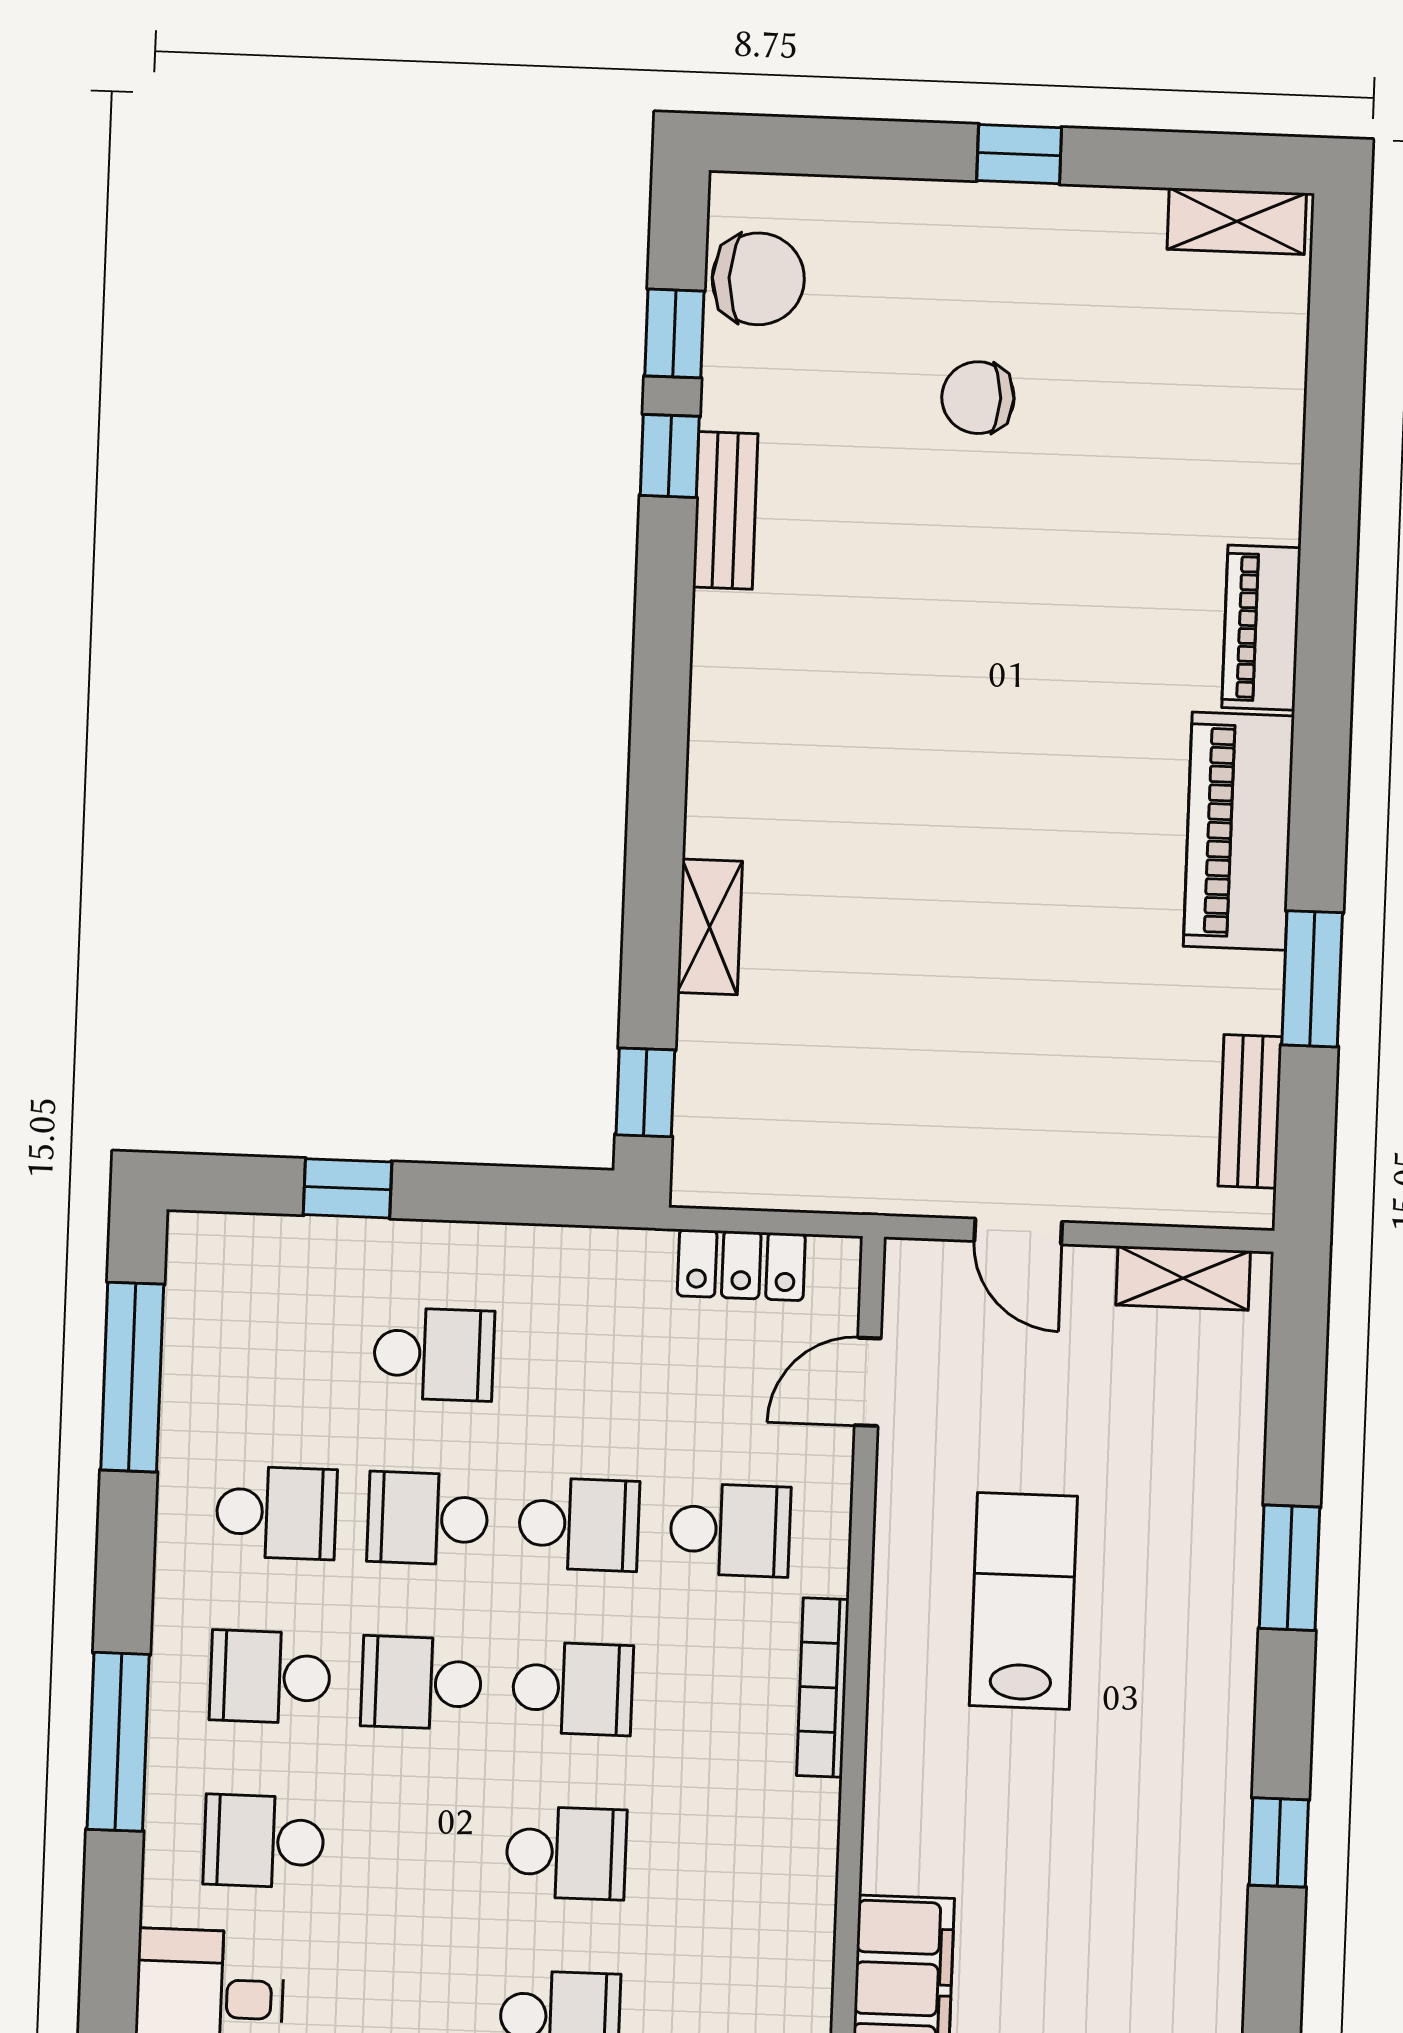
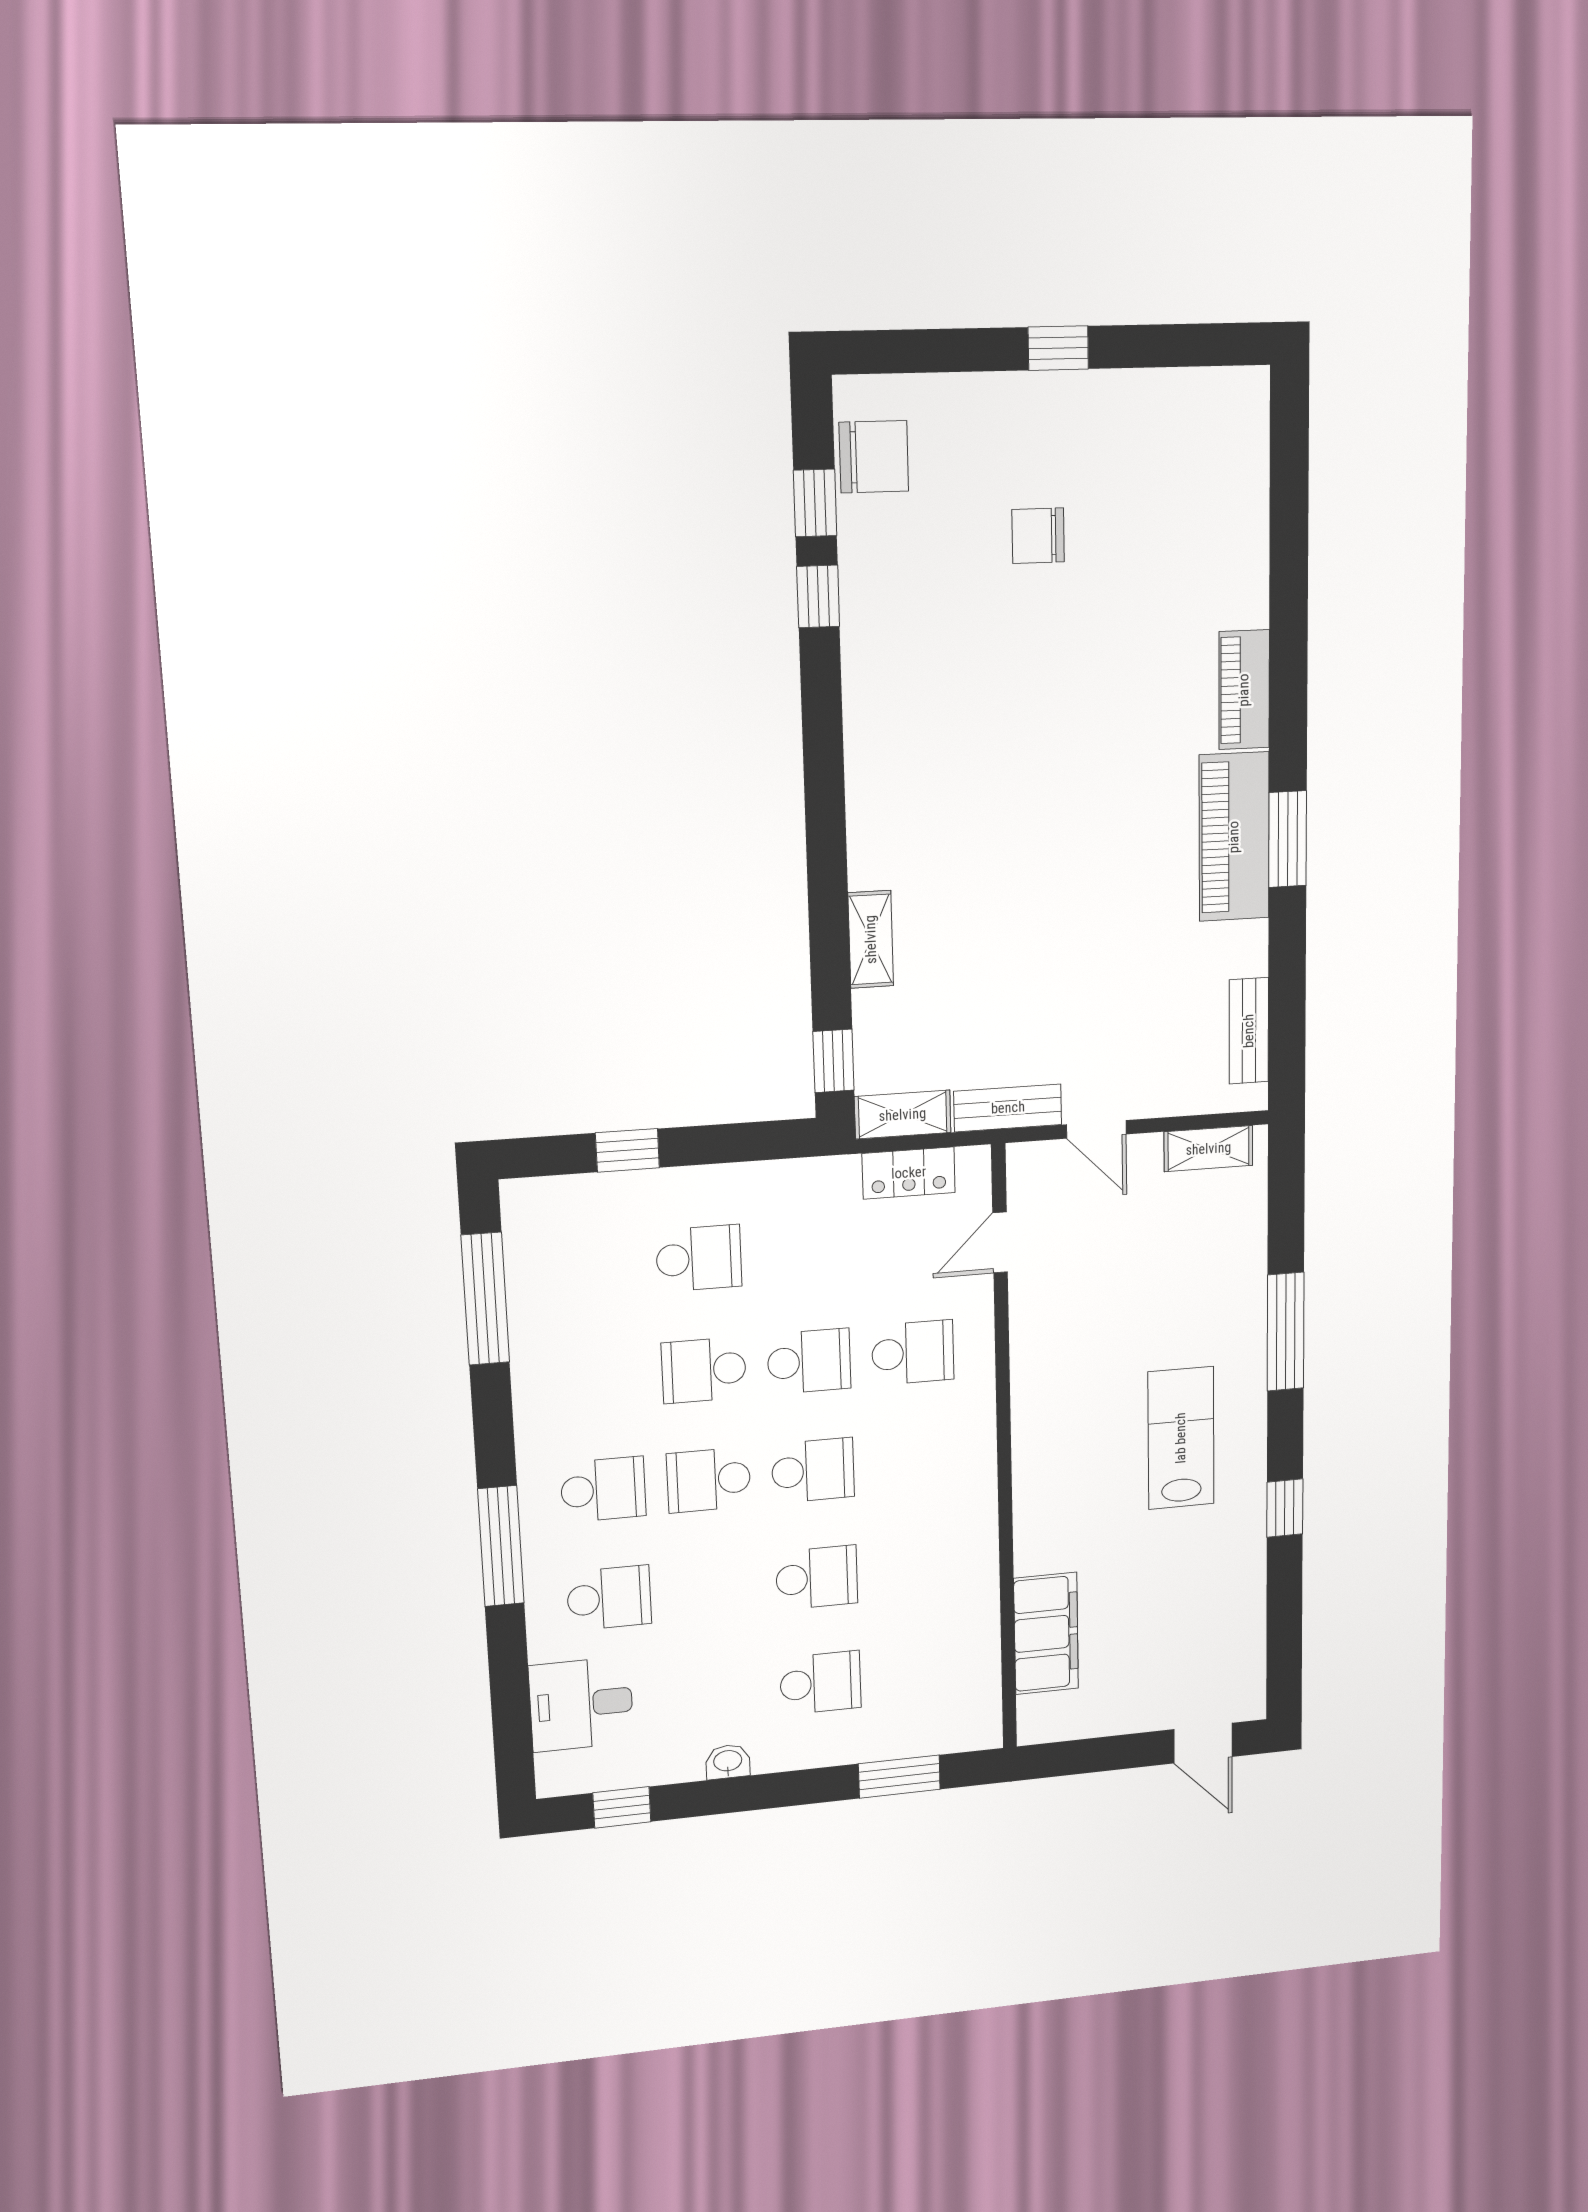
shelving: (1237, 221) -> (903, 1115), moved
bench: (725, 510) -> (1008, 1108), moved, turned 90
window: (1312, 979) -> (1288, 839), moved
school desk: (276, 1513) -> (597, 1379), removed
window: (1290, 1568) -> (1286, 1332), width x1.44
lab bench: (1023, 1601) -> (1181, 1438), moved
school desk: (270, 1677) -> (603, 1490), turned 180
bookcase: (823, 1688) -> (982, 1448), removed
school desk: (264, 1841) -> (609, 1598), turned 180

